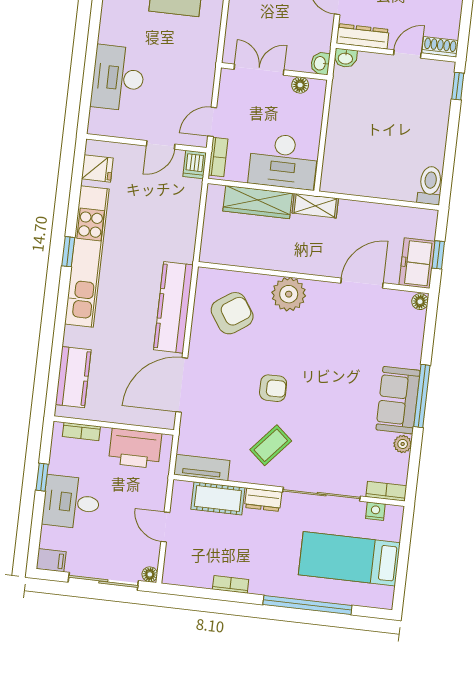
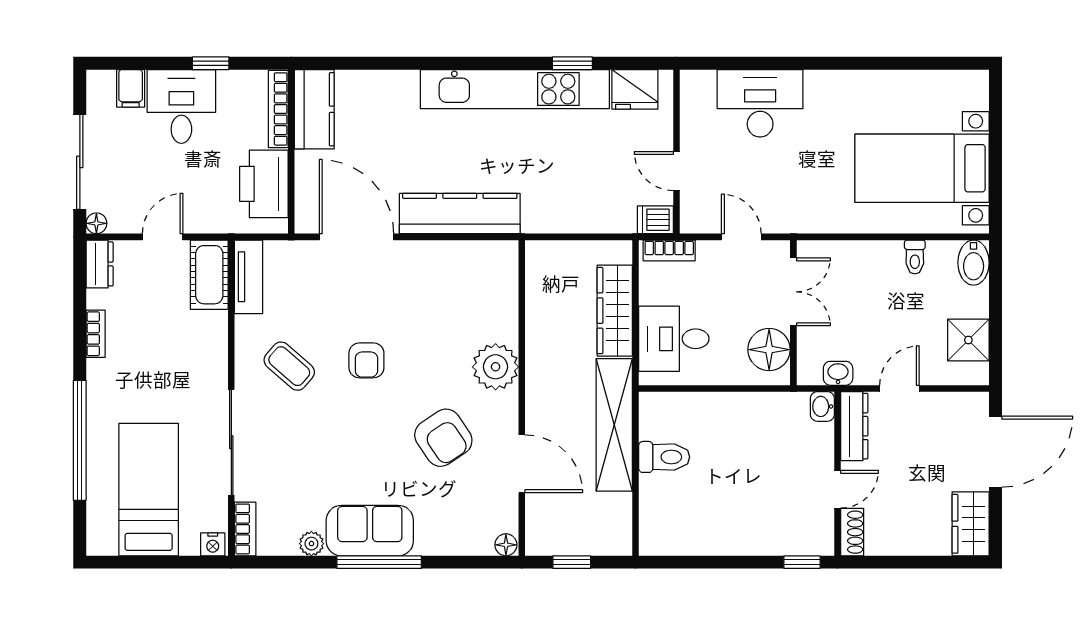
door: (407, 54) -> (838, 489), hinge flipped
washbasin: (320, 63) -> (838, 373), moved
floor lamp: (300, 85) -> (769, 350), width x1.89, depth x1.89
door: (212, 122) -> (741, 237), moved
desk: (283, 161) -> (674, 339), width x0.73
fridge: (97, 168) -> (635, 89), width x1.38
toilet: (430, 185) -> (664, 457), moved
shelving: (315, 206) -> (614, 425), width x2.20, depth x1.33
window: (68, 252) -> (572, 63), moved
freezer: (417, 263) -> (557, 535), removed
armchair: (232, 313) -> (443, 438), moved
kitchen counter: (73, 377) -> (314, 109), moved, turned -90
bookcase: (81, 431) -> (278, 109), width x1.56
cot: (218, 498) -> (209, 275), moved
dresser: (263, 500) -> (100, 264), moved, turned 180
nightstand: (375, 511) -> (213, 544), moved, turned 90
filing cabinet: (51, 560) -> (131, 88), moved

